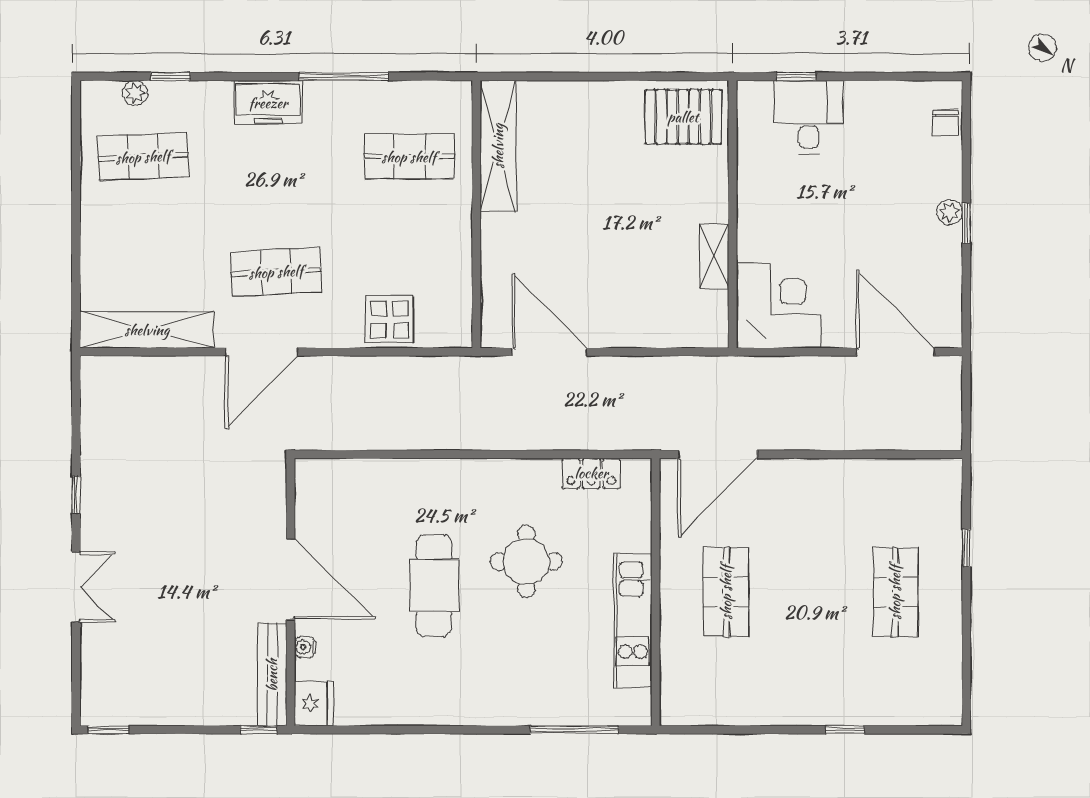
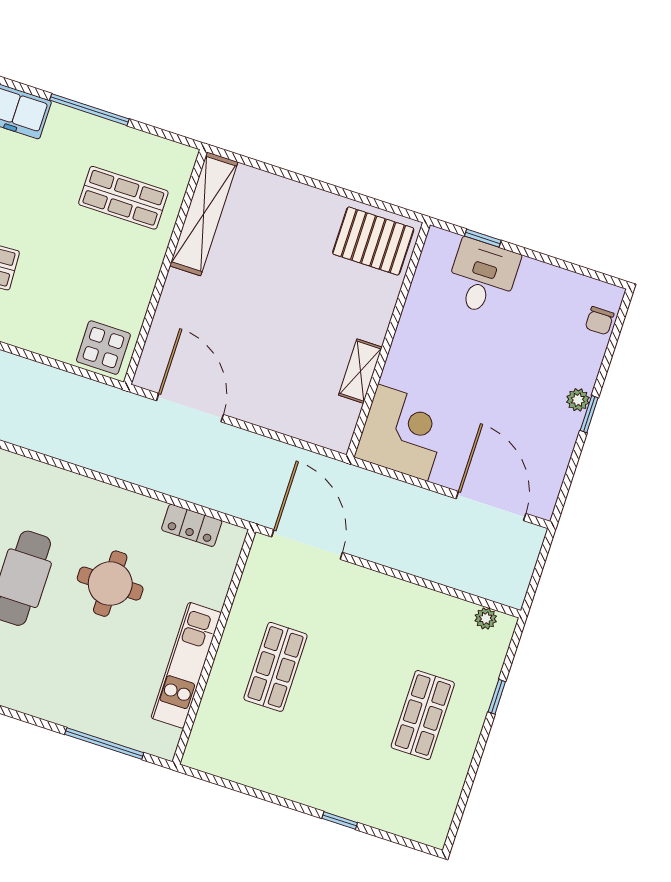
display table: (389, 320) -> (103, 348), moved
door: (718, 454) -> (307, 545), swing flipped
plant: (928, 470) -> (486, 618), added

